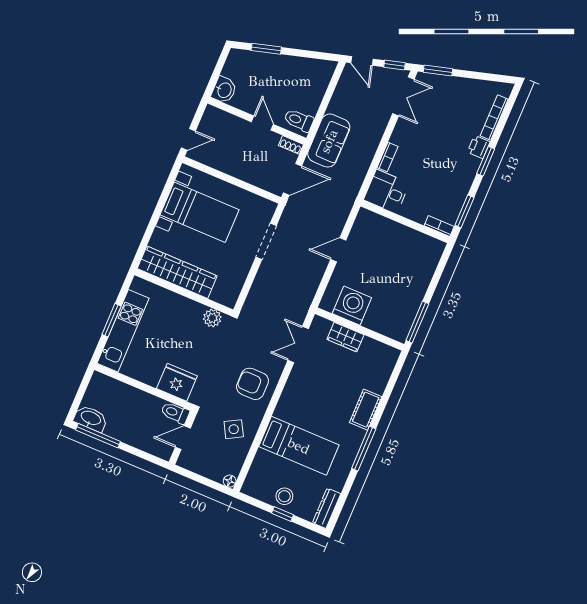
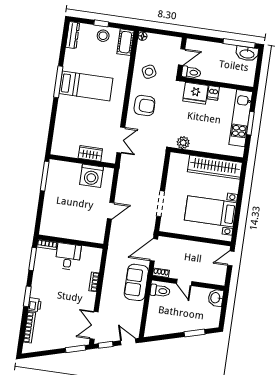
desk: (387, 192) -> (68, 256), moved, turned -90
dishwasher: (152, 376) -> (213, 93), added
cot: (366, 410) -> (125, 42), moved
bed: (299, 446) -> (86, 86), moved, turned 180

